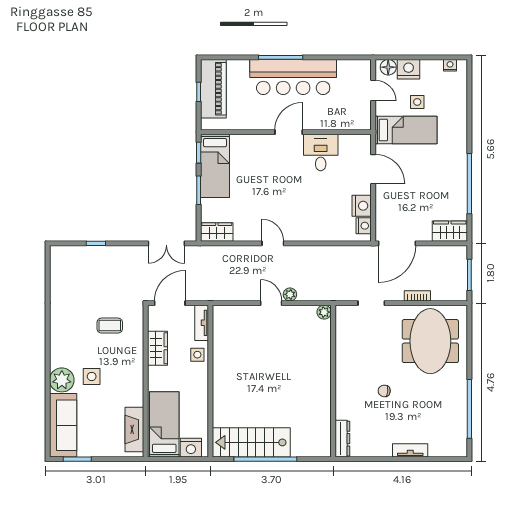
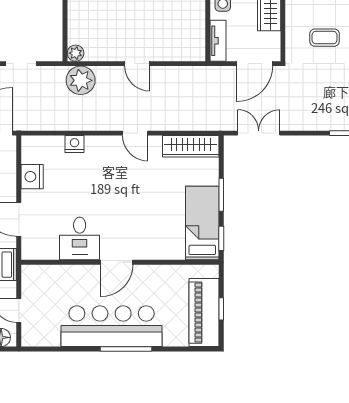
nightstand: (364, 226) -> (75, 144), moved, turned 90
wardrobe: (217, 232) -> (191, 146), width x1.50
plant: (290, 294) -> (81, 80), moved, width x1.88, depth x1.88

